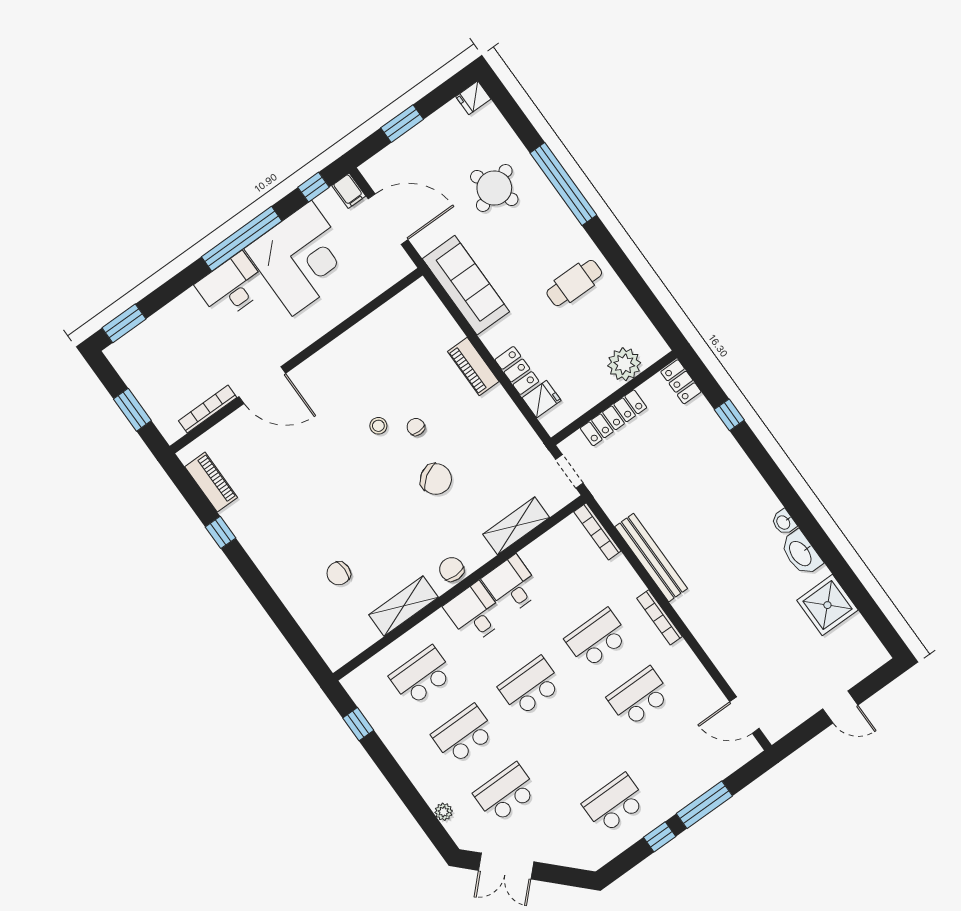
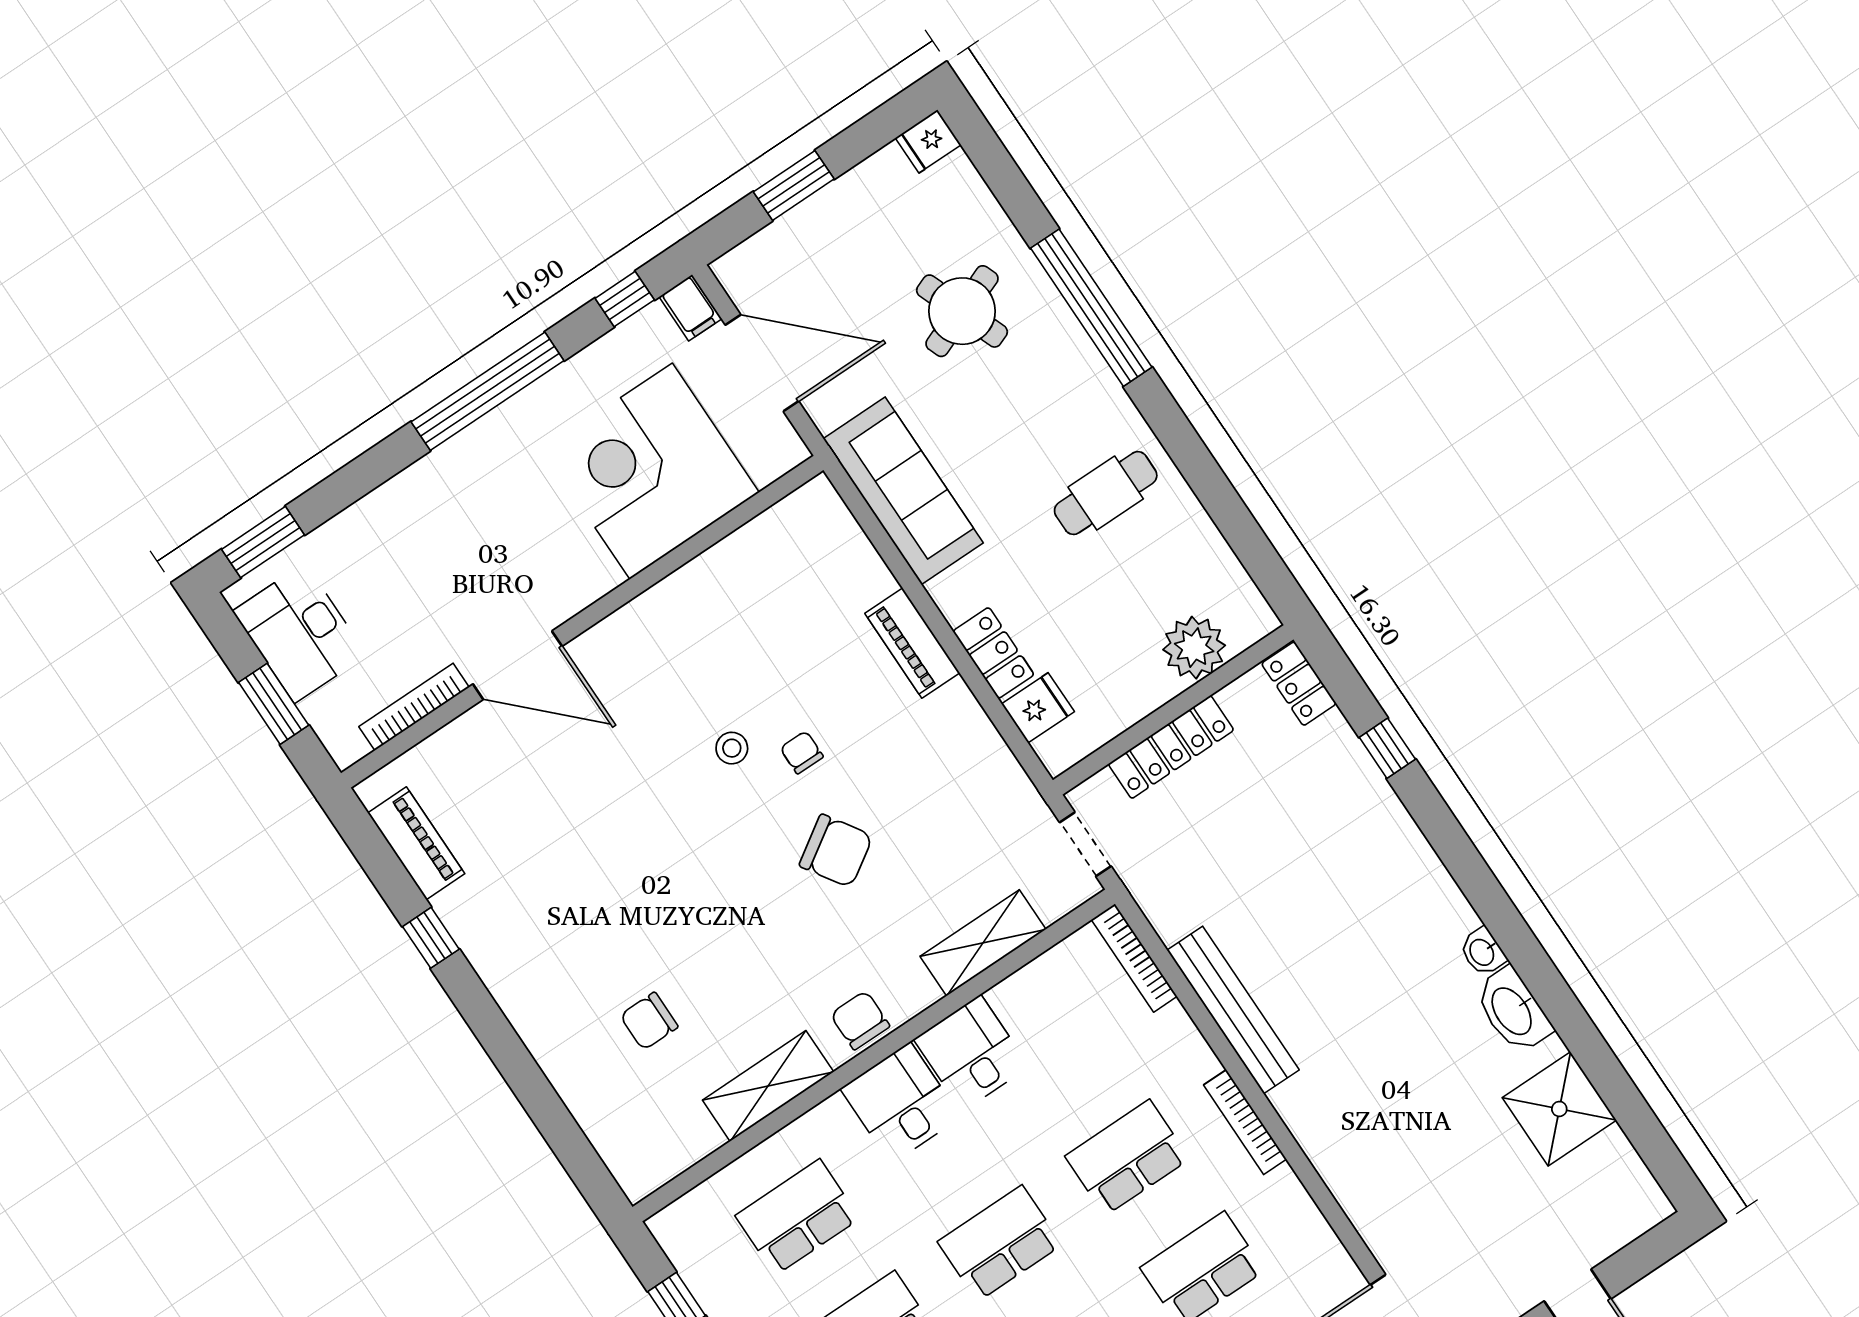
corner desk: (302, 258) -> (651, 471), moved, turned 180
desk: (232, 286) -> (300, 633), moved, turned -90

